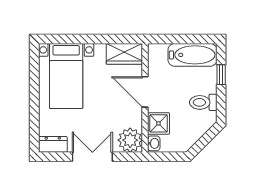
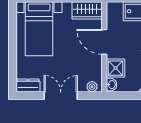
plant: (130, 140) -> (92, 87), width x0.53, depth x0.53

